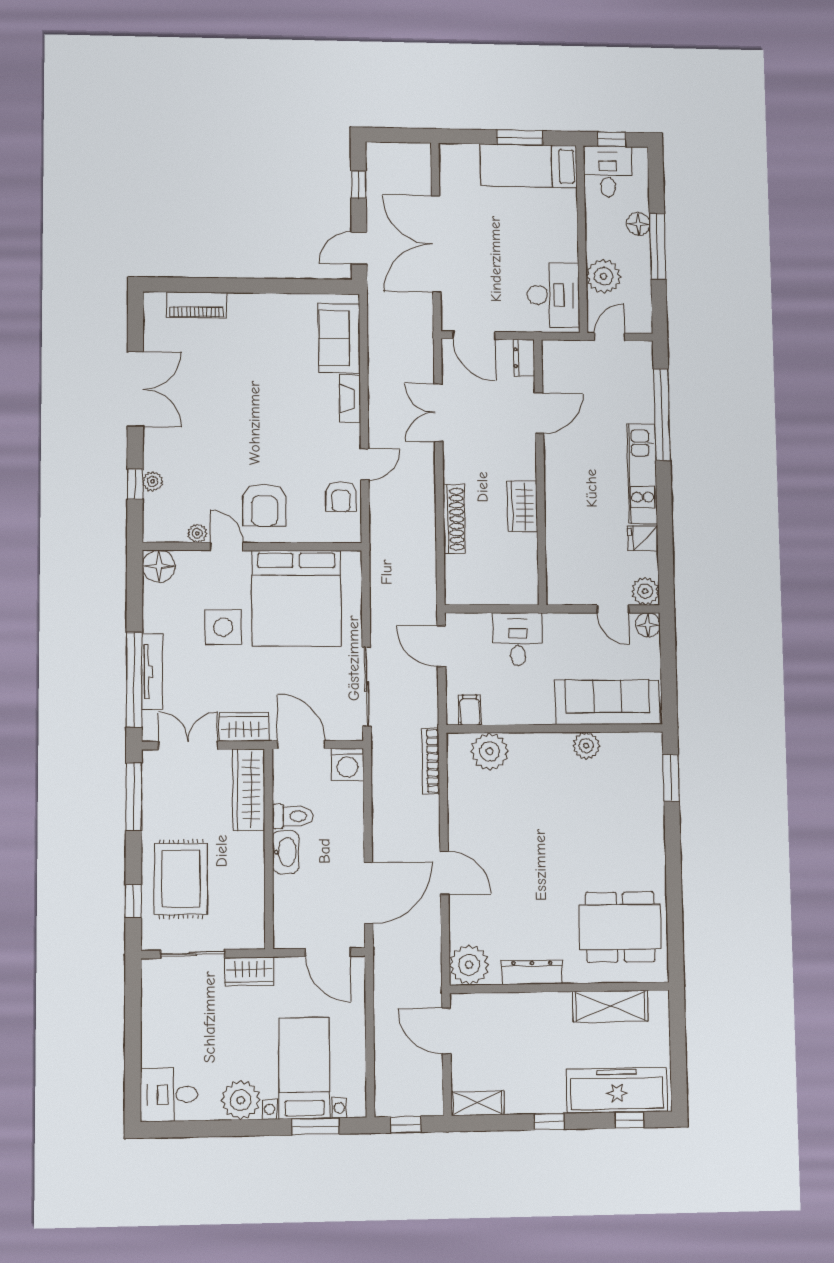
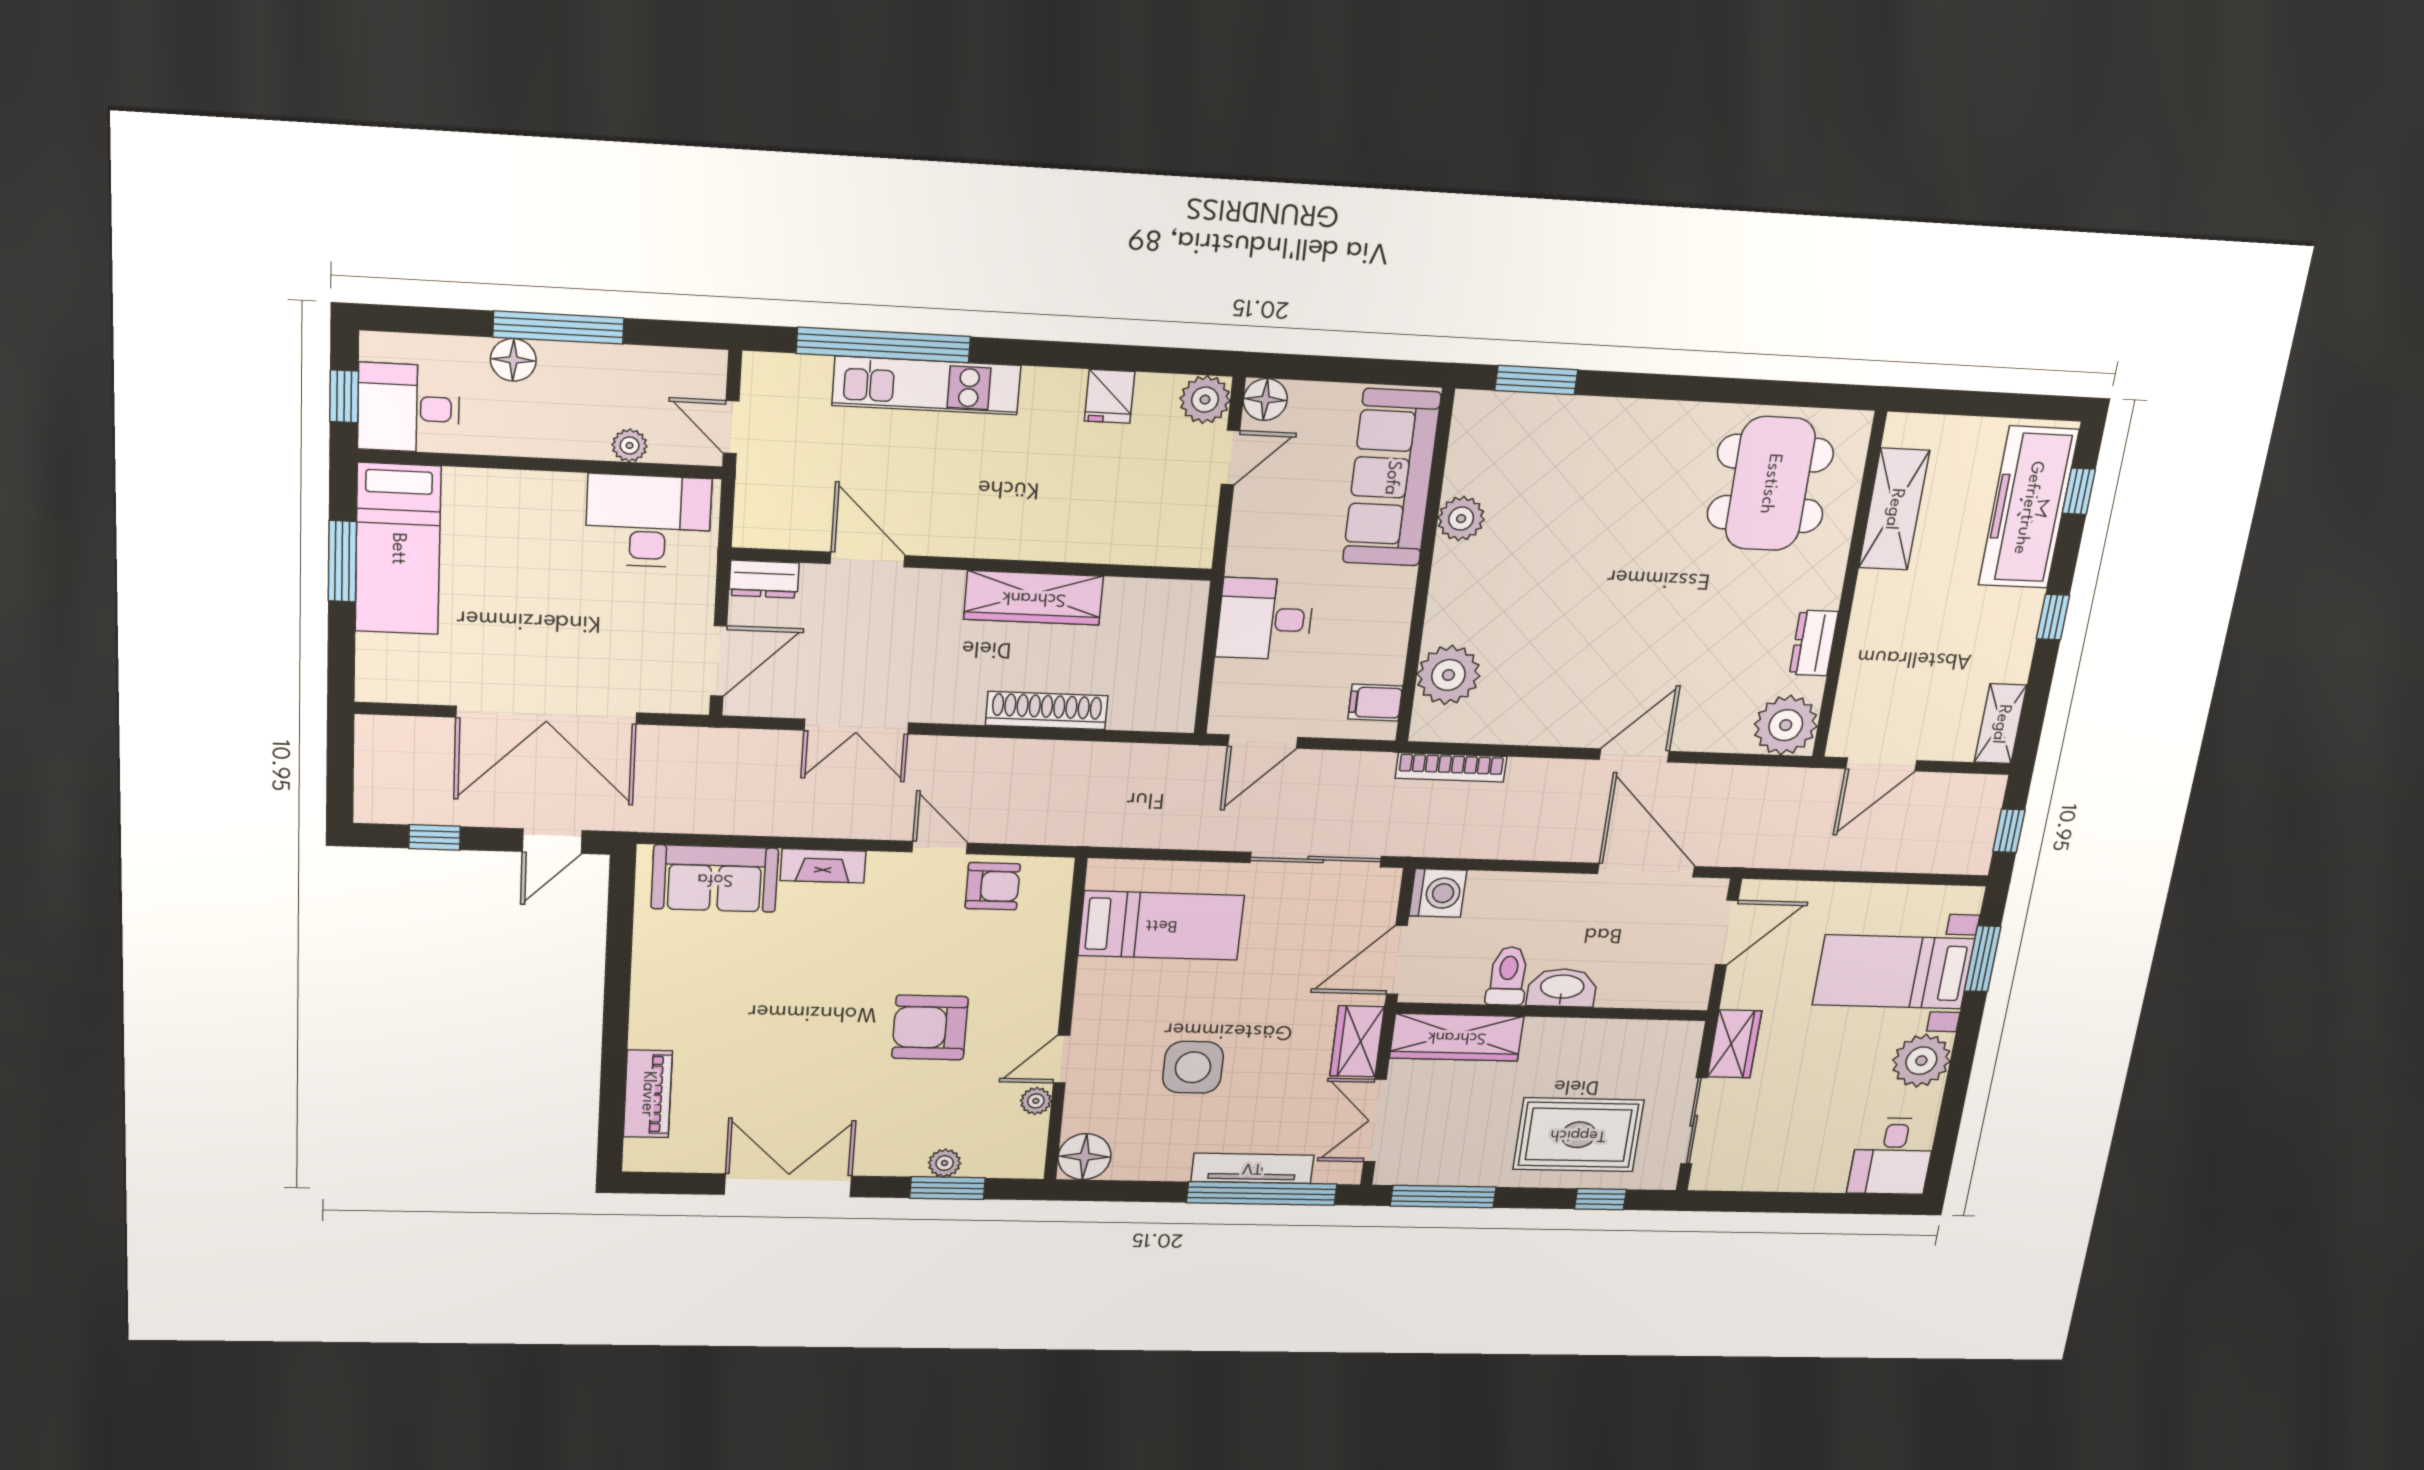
door: (359, 248) -> (552, 841), hinge flipped
plant: (604, 276) -> (630, 445), width x0.53, depth x0.53
kitchen unit: (642, 474) -> (926, 385), moved
window: (135, 484) -> (947, 1188), width x1.50
armchair: (265, 505) -> (930, 1027), moved, turned 180
wardrobe: (522, 506) -> (1034, 598), width x1.50
bed: (296, 598) -> (1161, 925), width x0.49
dresser: (532, 972) -> (1814, 643), width x0.70

